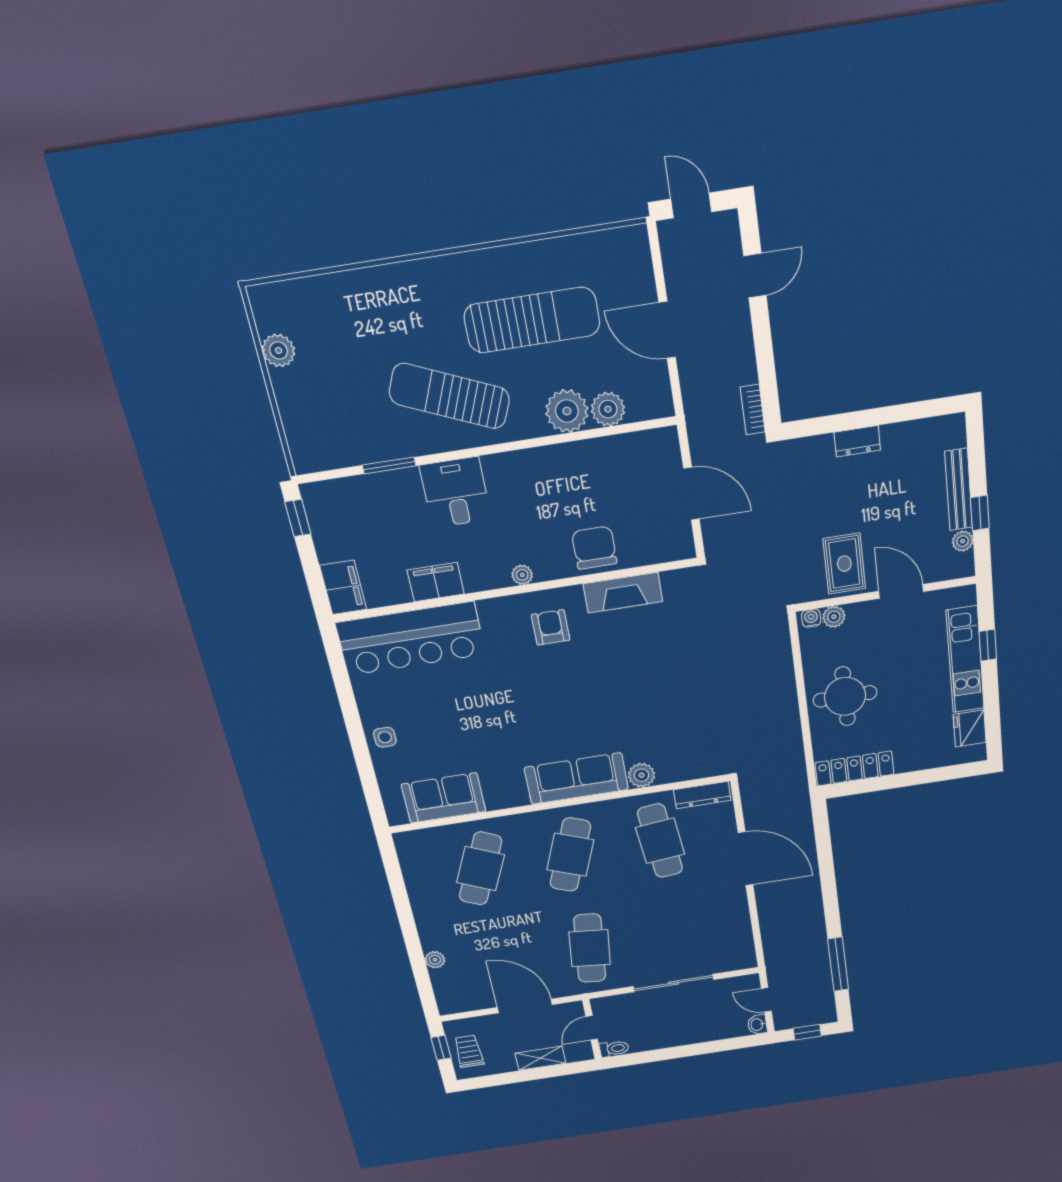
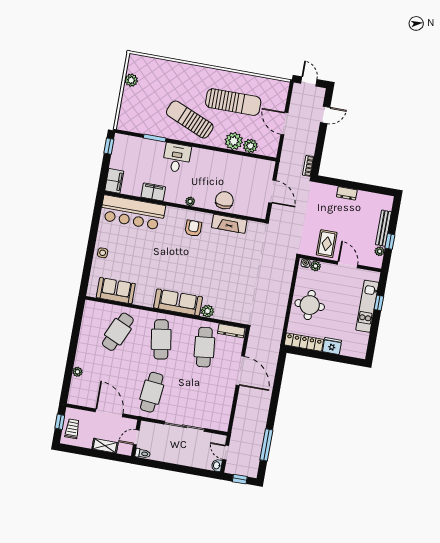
fridge: (970, 728) -> (332, 346), moved, turned 90
cafe table: (570, 855) -> (161, 339), turned -30

